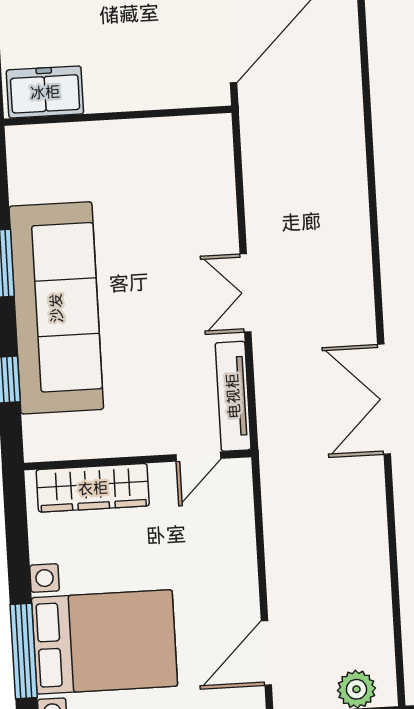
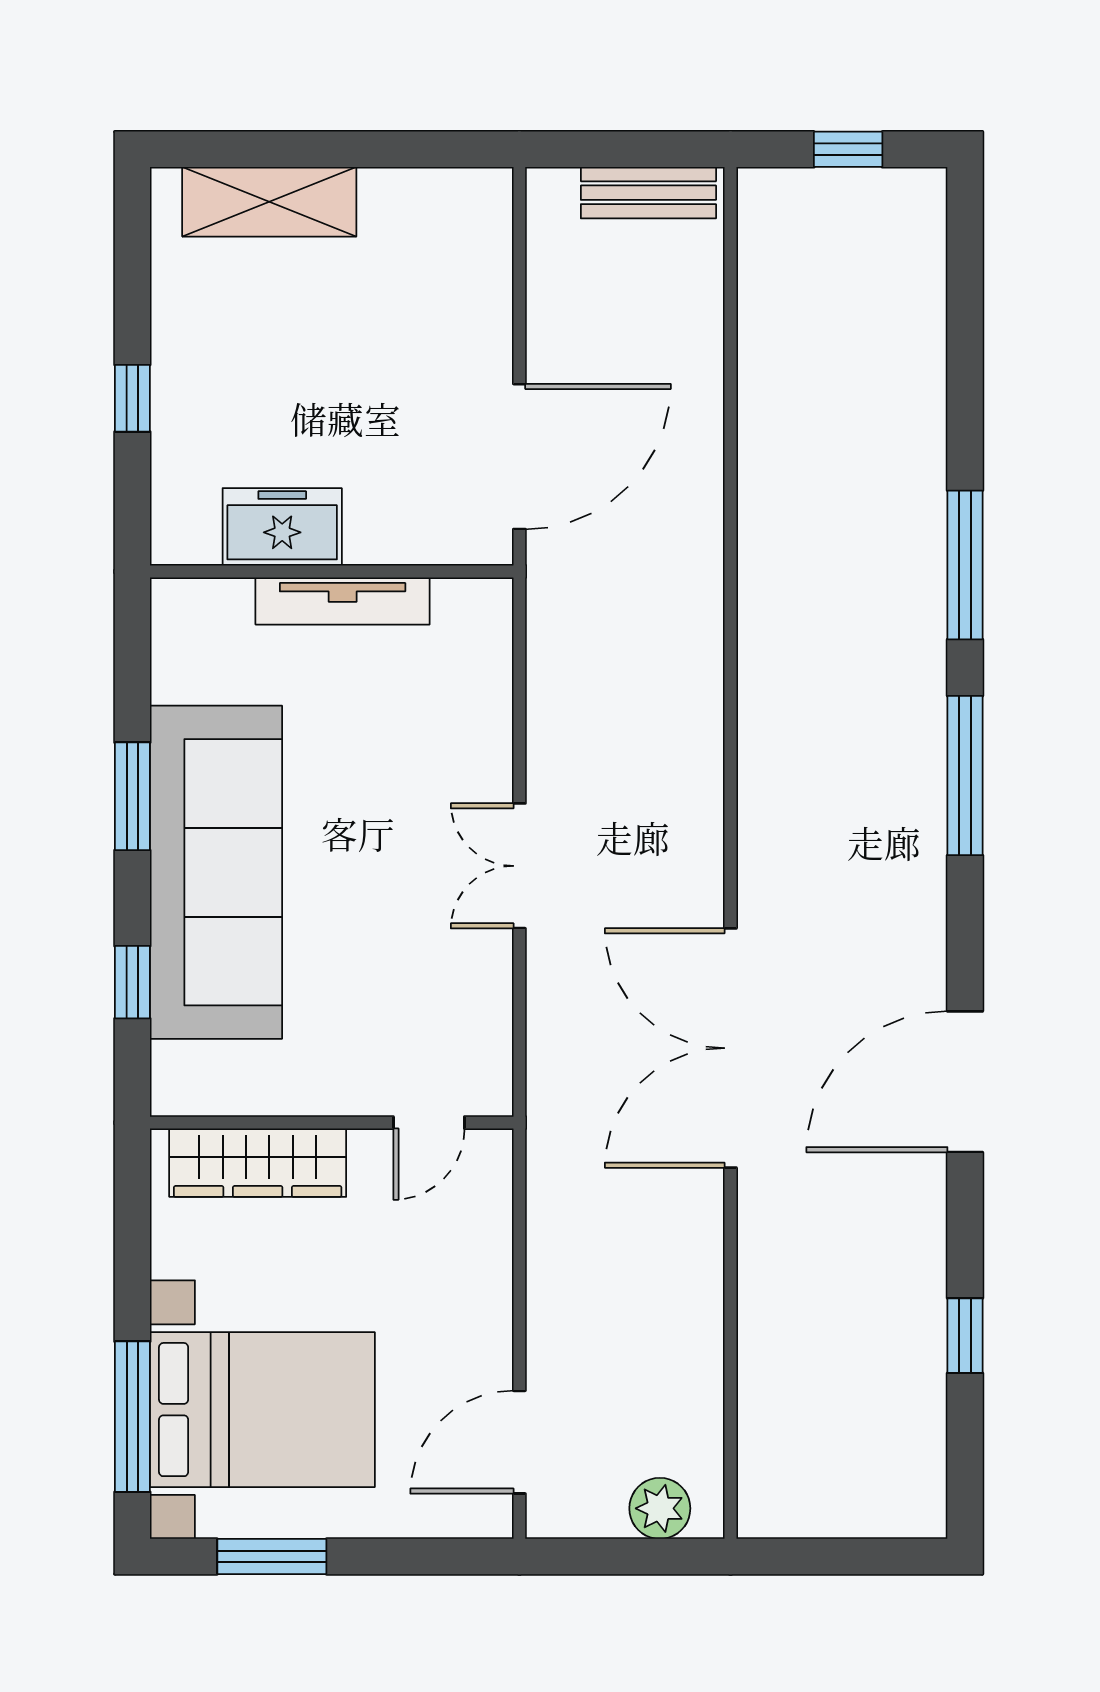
freezer: (45, 92) -> (282, 527), moved
tv unit: (233, 396) -> (343, 601), moved, turned -90
double door: (384, 399) -> (730, 1048), width x1.36

